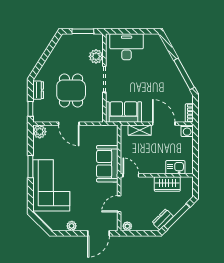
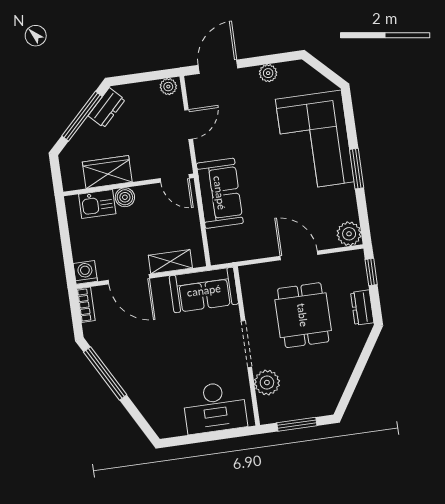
boiler: (160, 169) -> (125, 197), added

